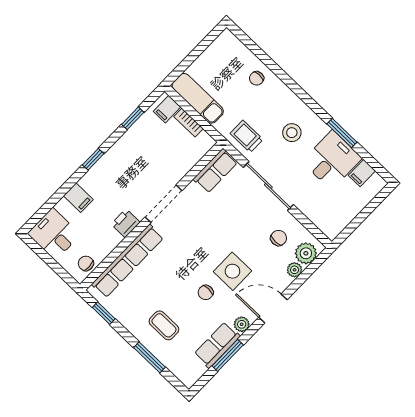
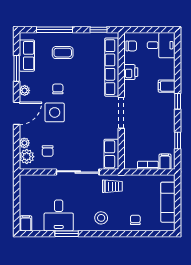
exam couch: (198, 98) -> (168, 202), moved, turned 90
stool: (292, 133) -> (101, 218), moved
filing cabinet: (362, 173) -> (26, 223), moved
filing cabinet: (78, 198) -> (167, 86), moved
printer: (126, 223) -> (131, 72), moved
row of seats: (217, 345) -> (27, 56), moved
window: (149, 357) -> (55, 30), width x1.44

